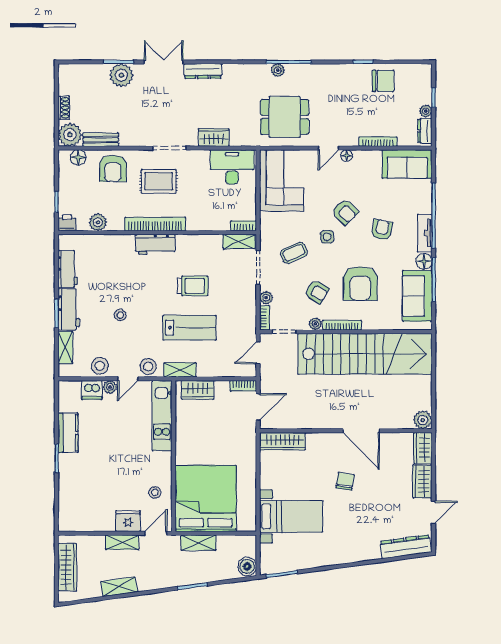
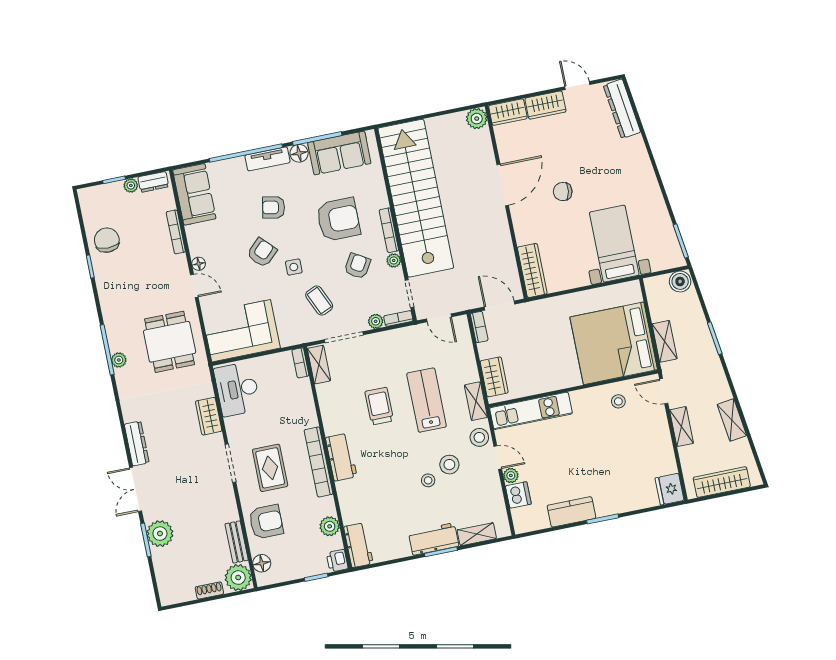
workbench: (68, 269) -> (358, 545), moved, turned 90
stool: (100, 366) -> (449, 465), moved
fridge: (128, 521) -> (670, 489), moved

